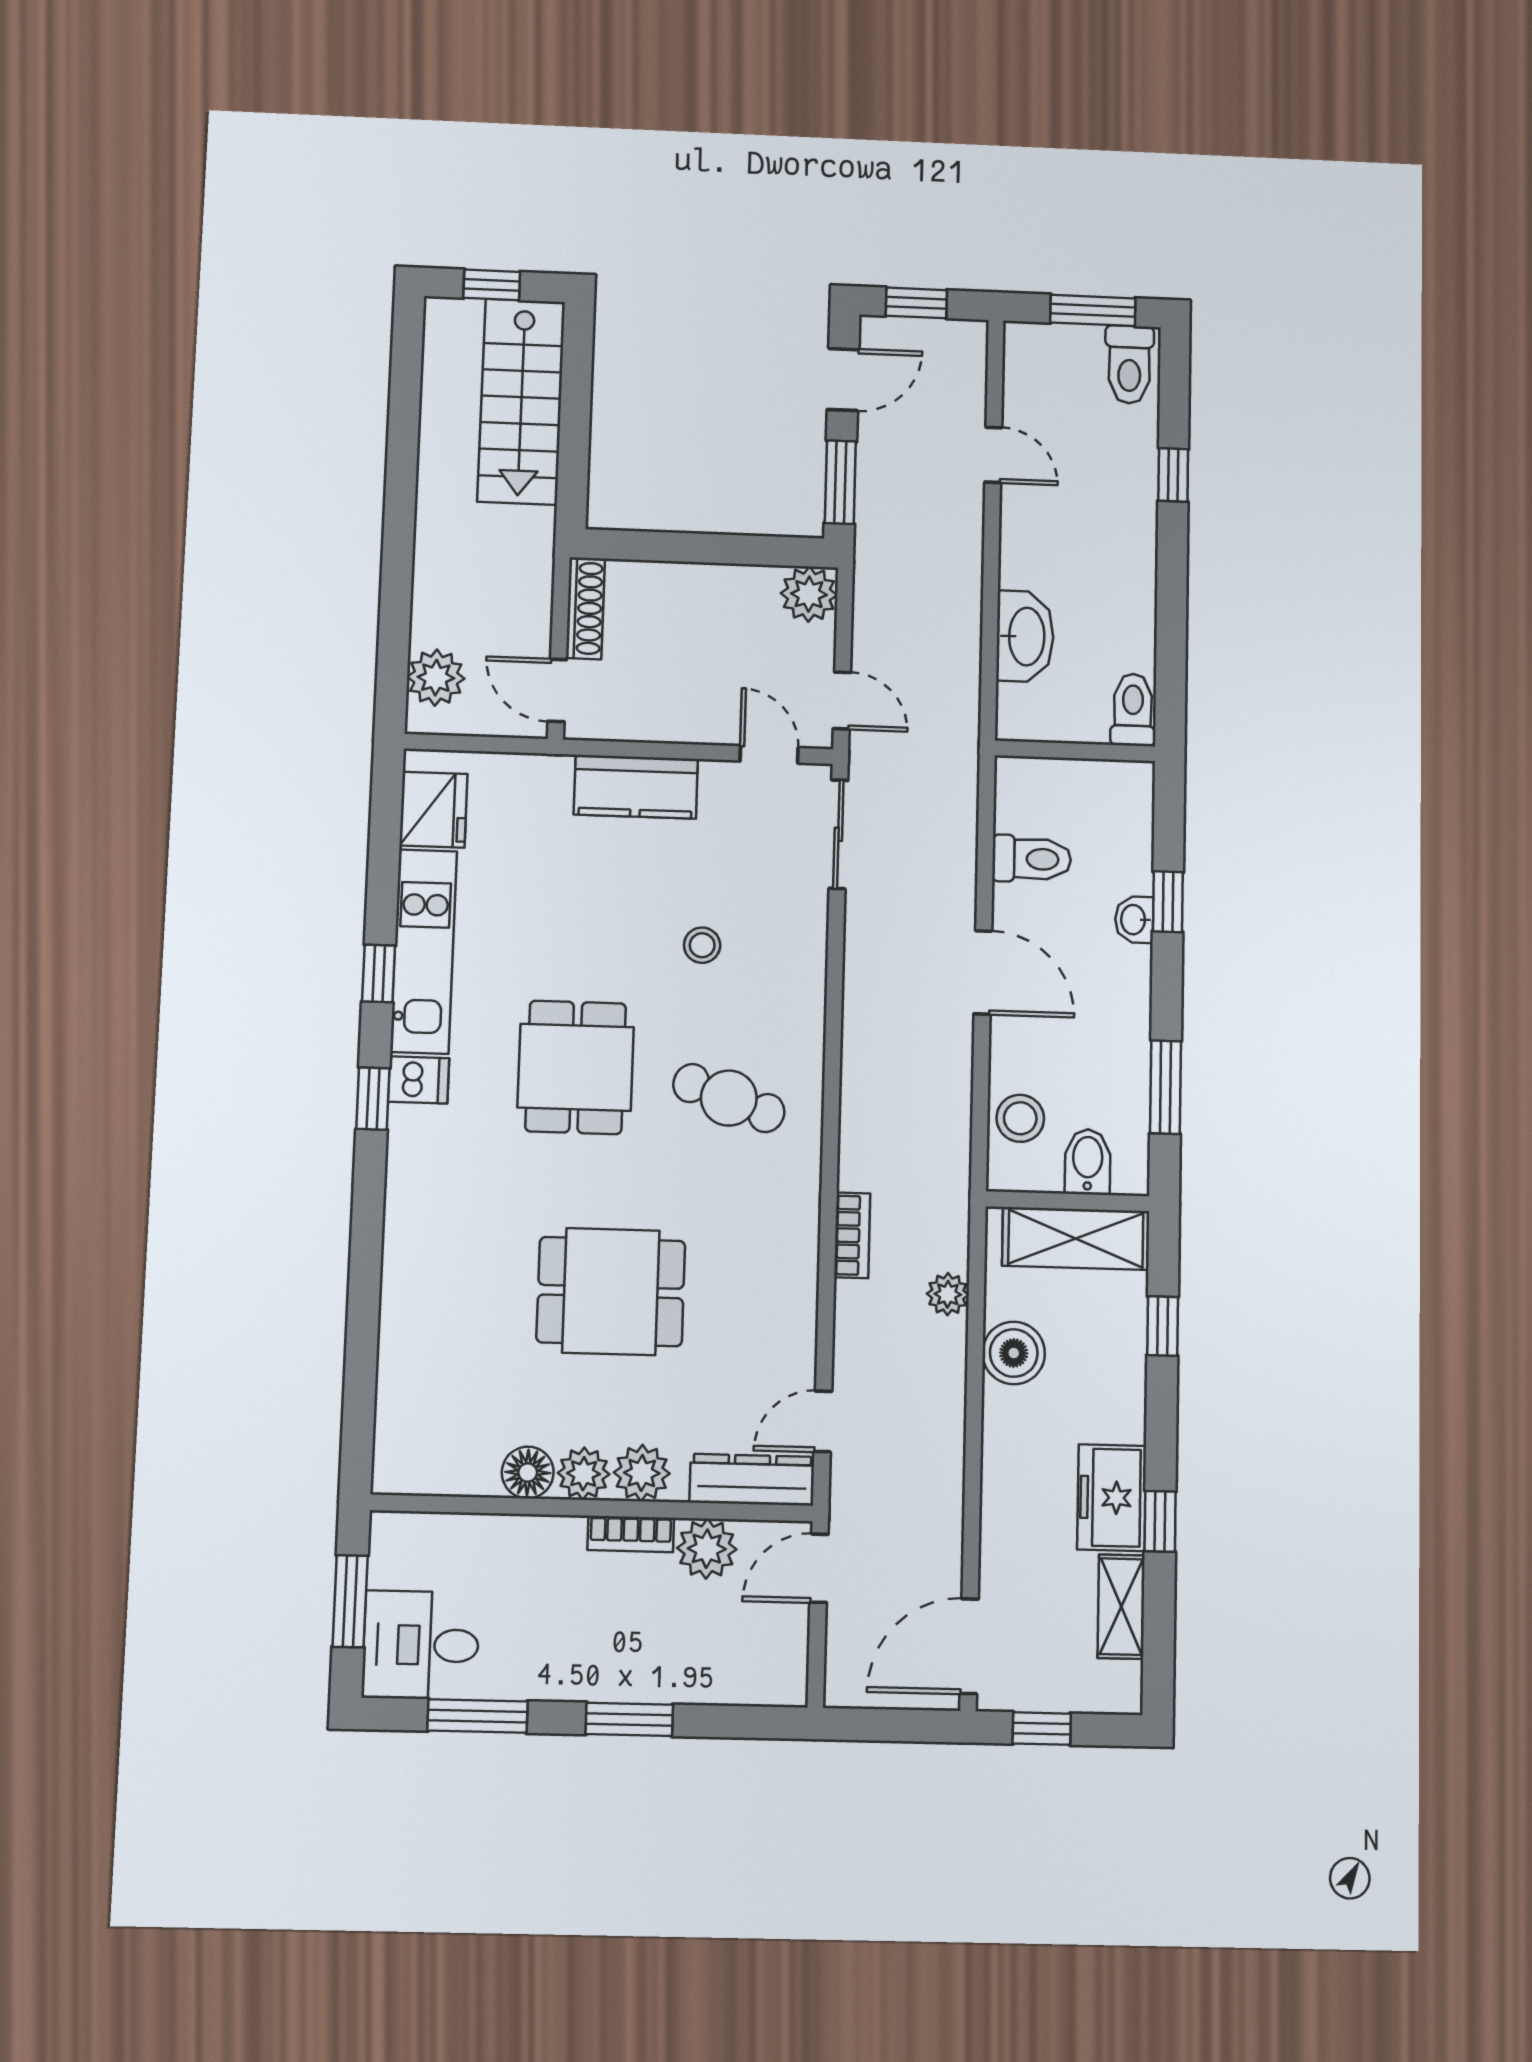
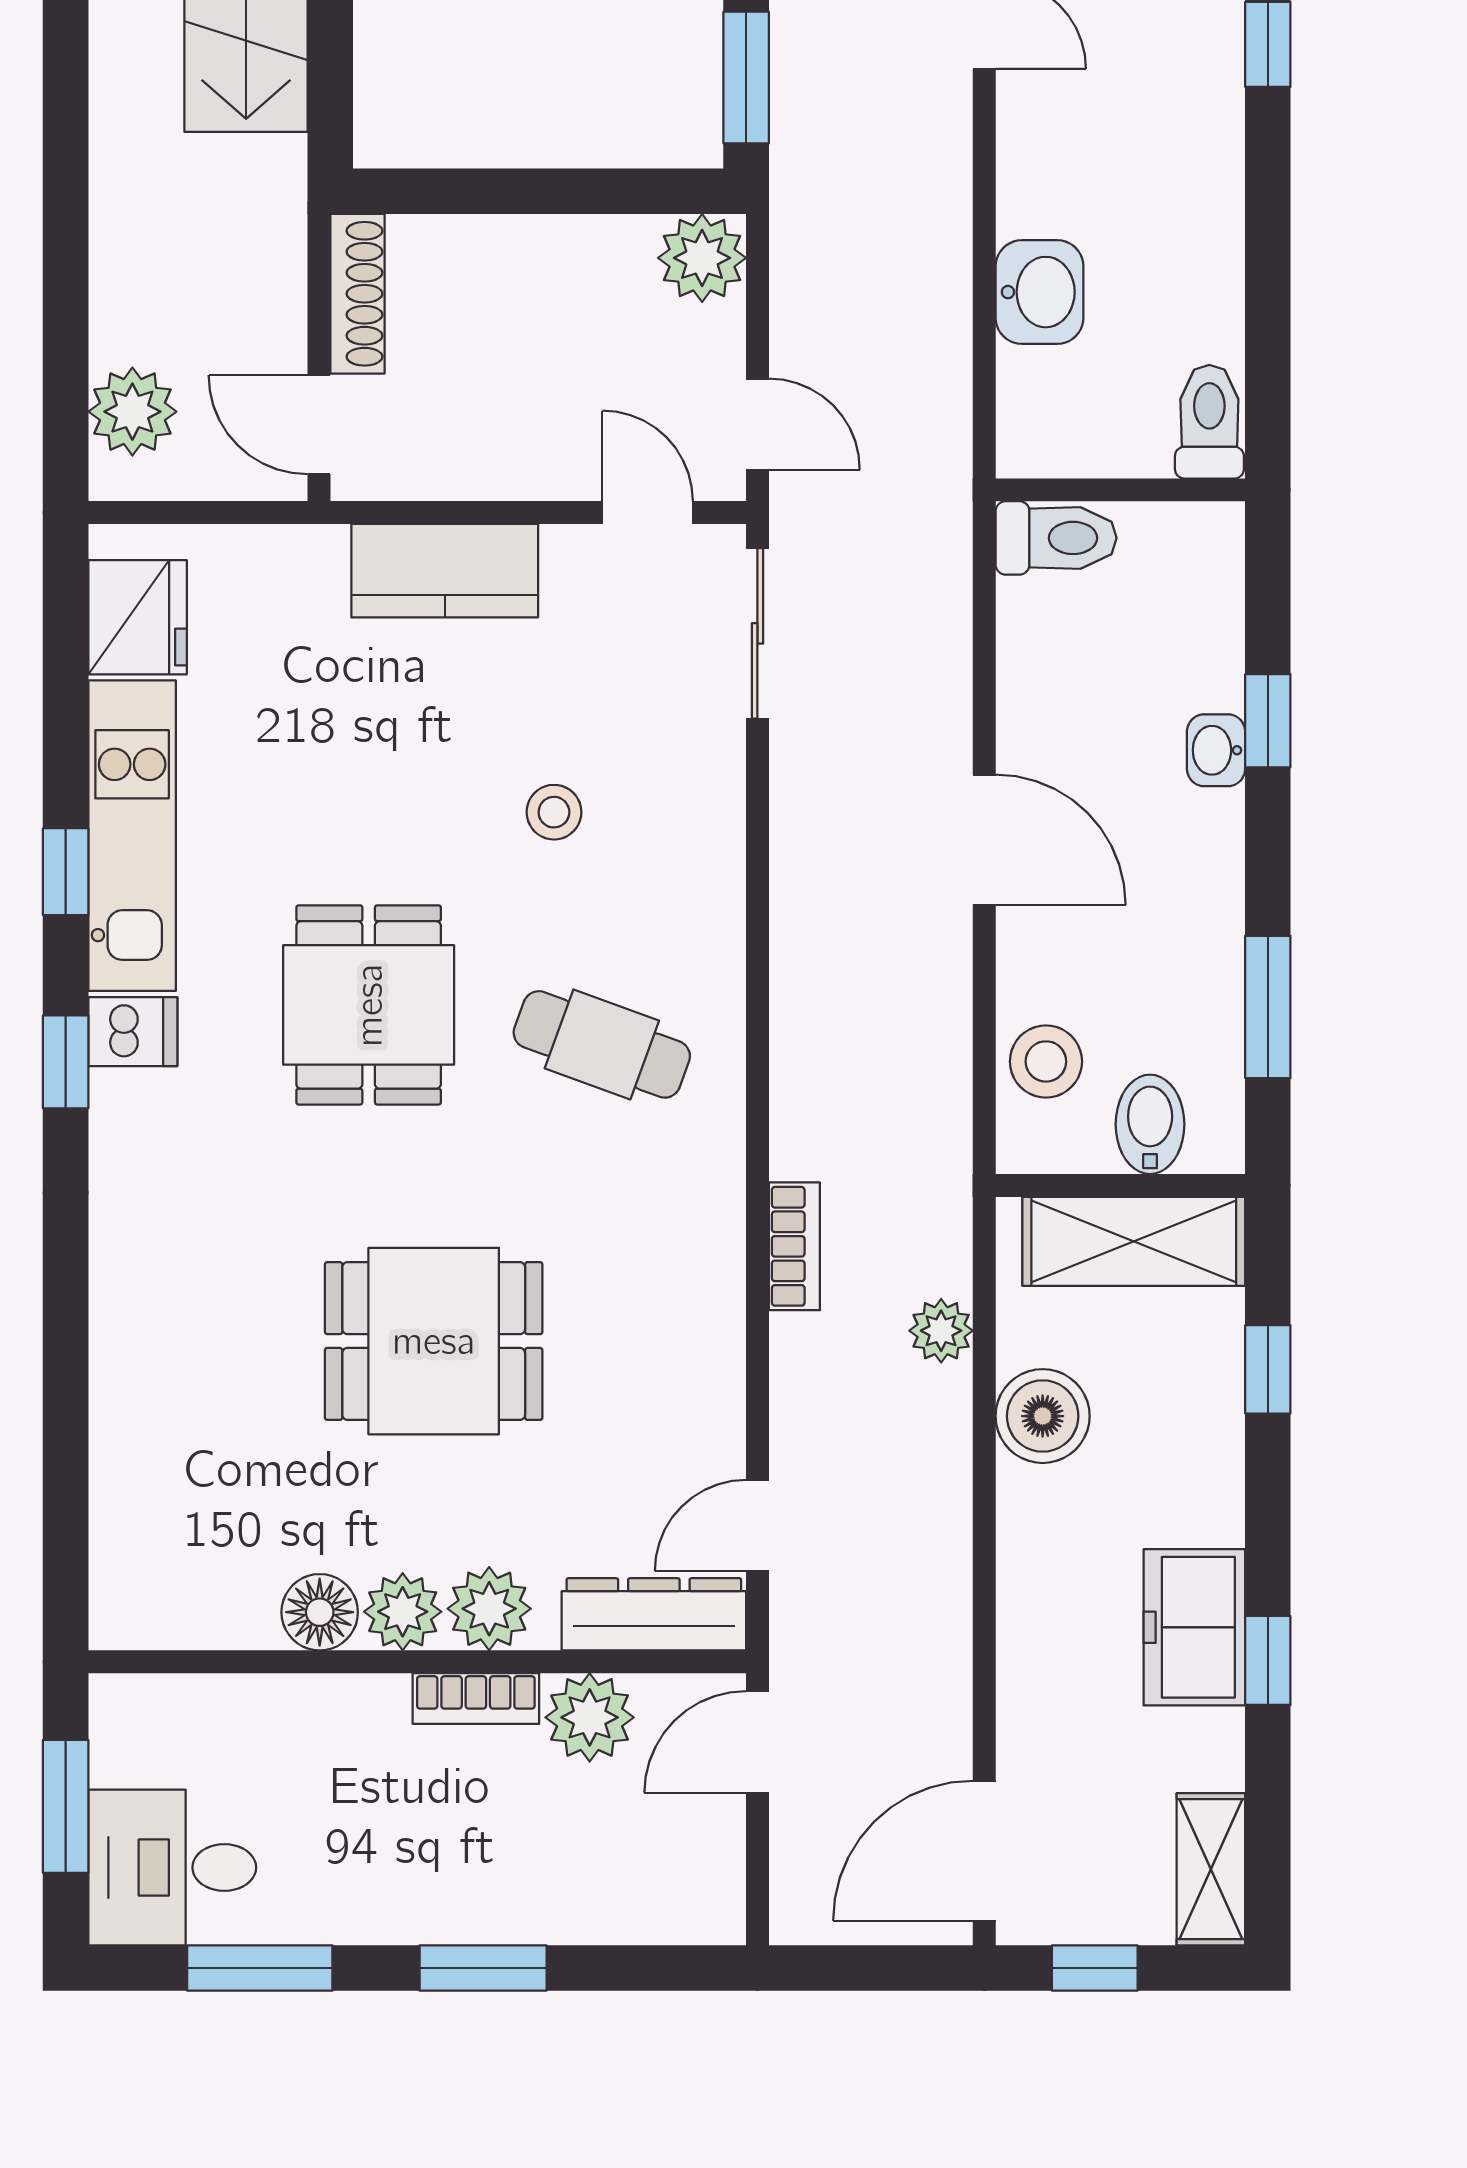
washbasin: (1025, 636) -> (1040, 292), width x0.72
toilet: (1032, 859) -> (1056, 538), moved
shelving: (1121, 1607) -> (1211, 1869), moved

